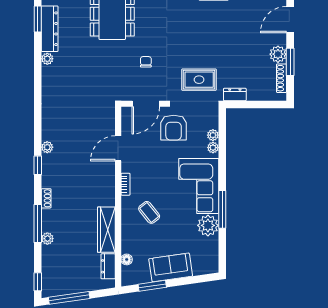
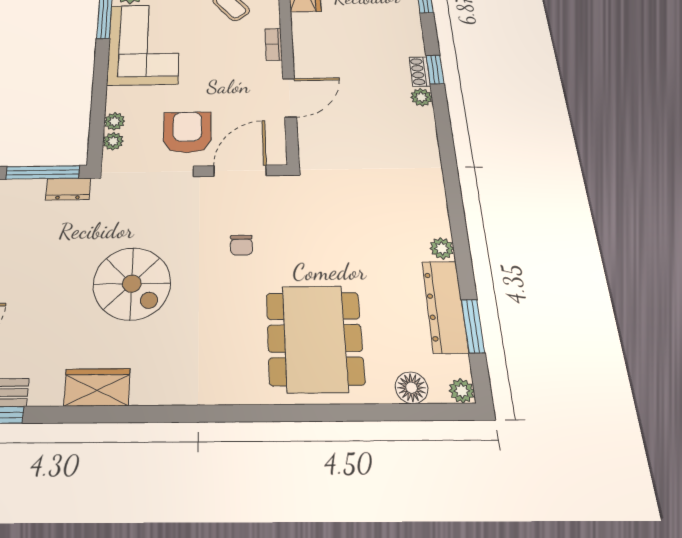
spiral stairs: (200, 42) -> (132, 284), added
rug: (199, 80) -> (136, 214), removed
window: (249, 105) -> (43, 172), added
plant: (213, 148) -> (113, 141), moved
shoe rack: (46, 198) -> (420, 72), moved

